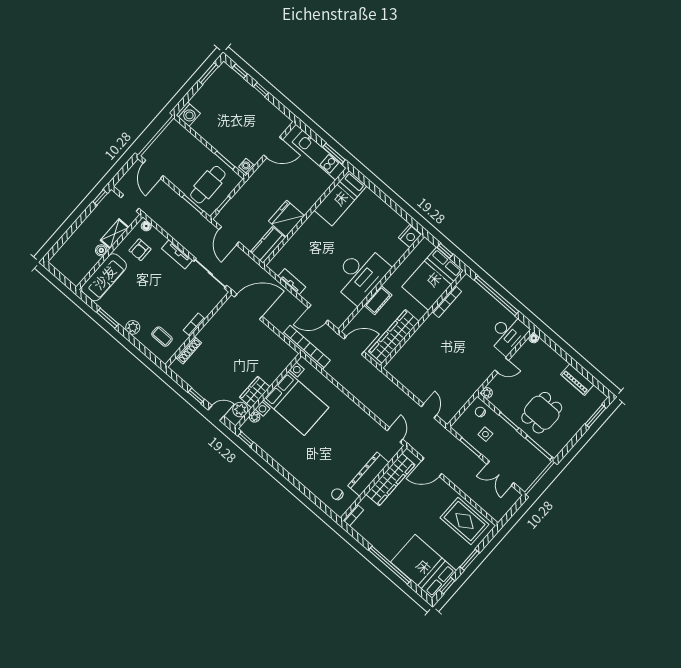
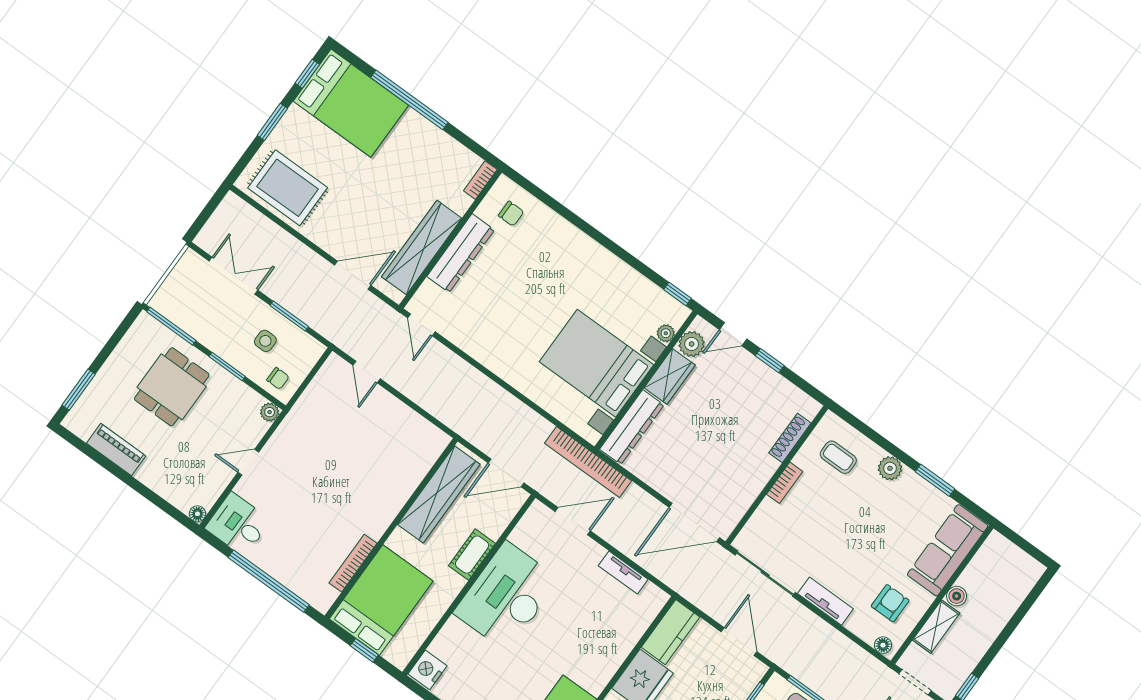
desk: (508, 334) -> (238, 524), width x0.73
dresser: (279, 365) -> (632, 427), added

